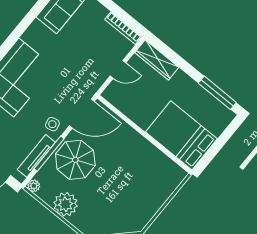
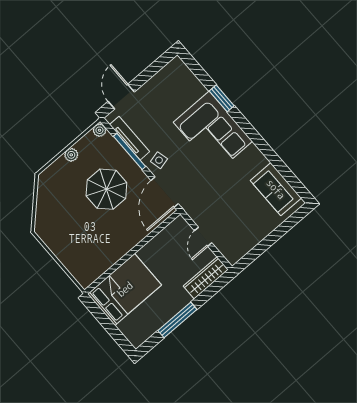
bookcase: (123, 28) -> (244, 249), removed
window: (217, 93) -> (177, 320), moved
parasol: (75, 160) -> (106, 189), moved
plant: (66, 204) -> (71, 155), width x0.53, depth x0.53

